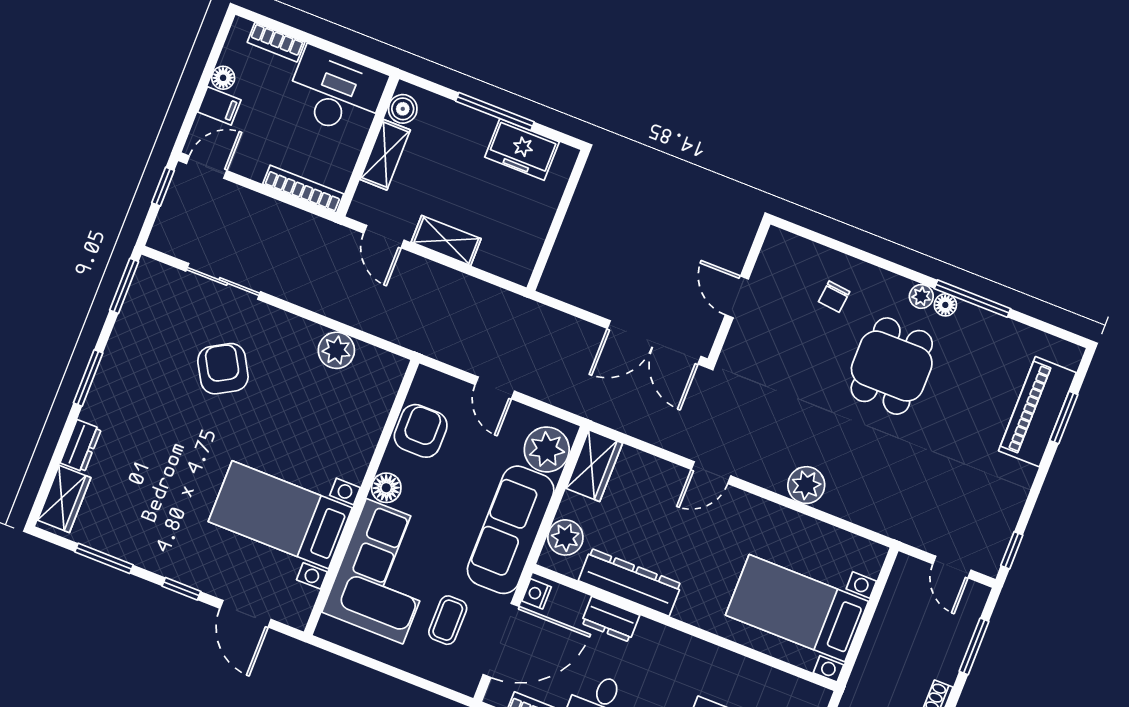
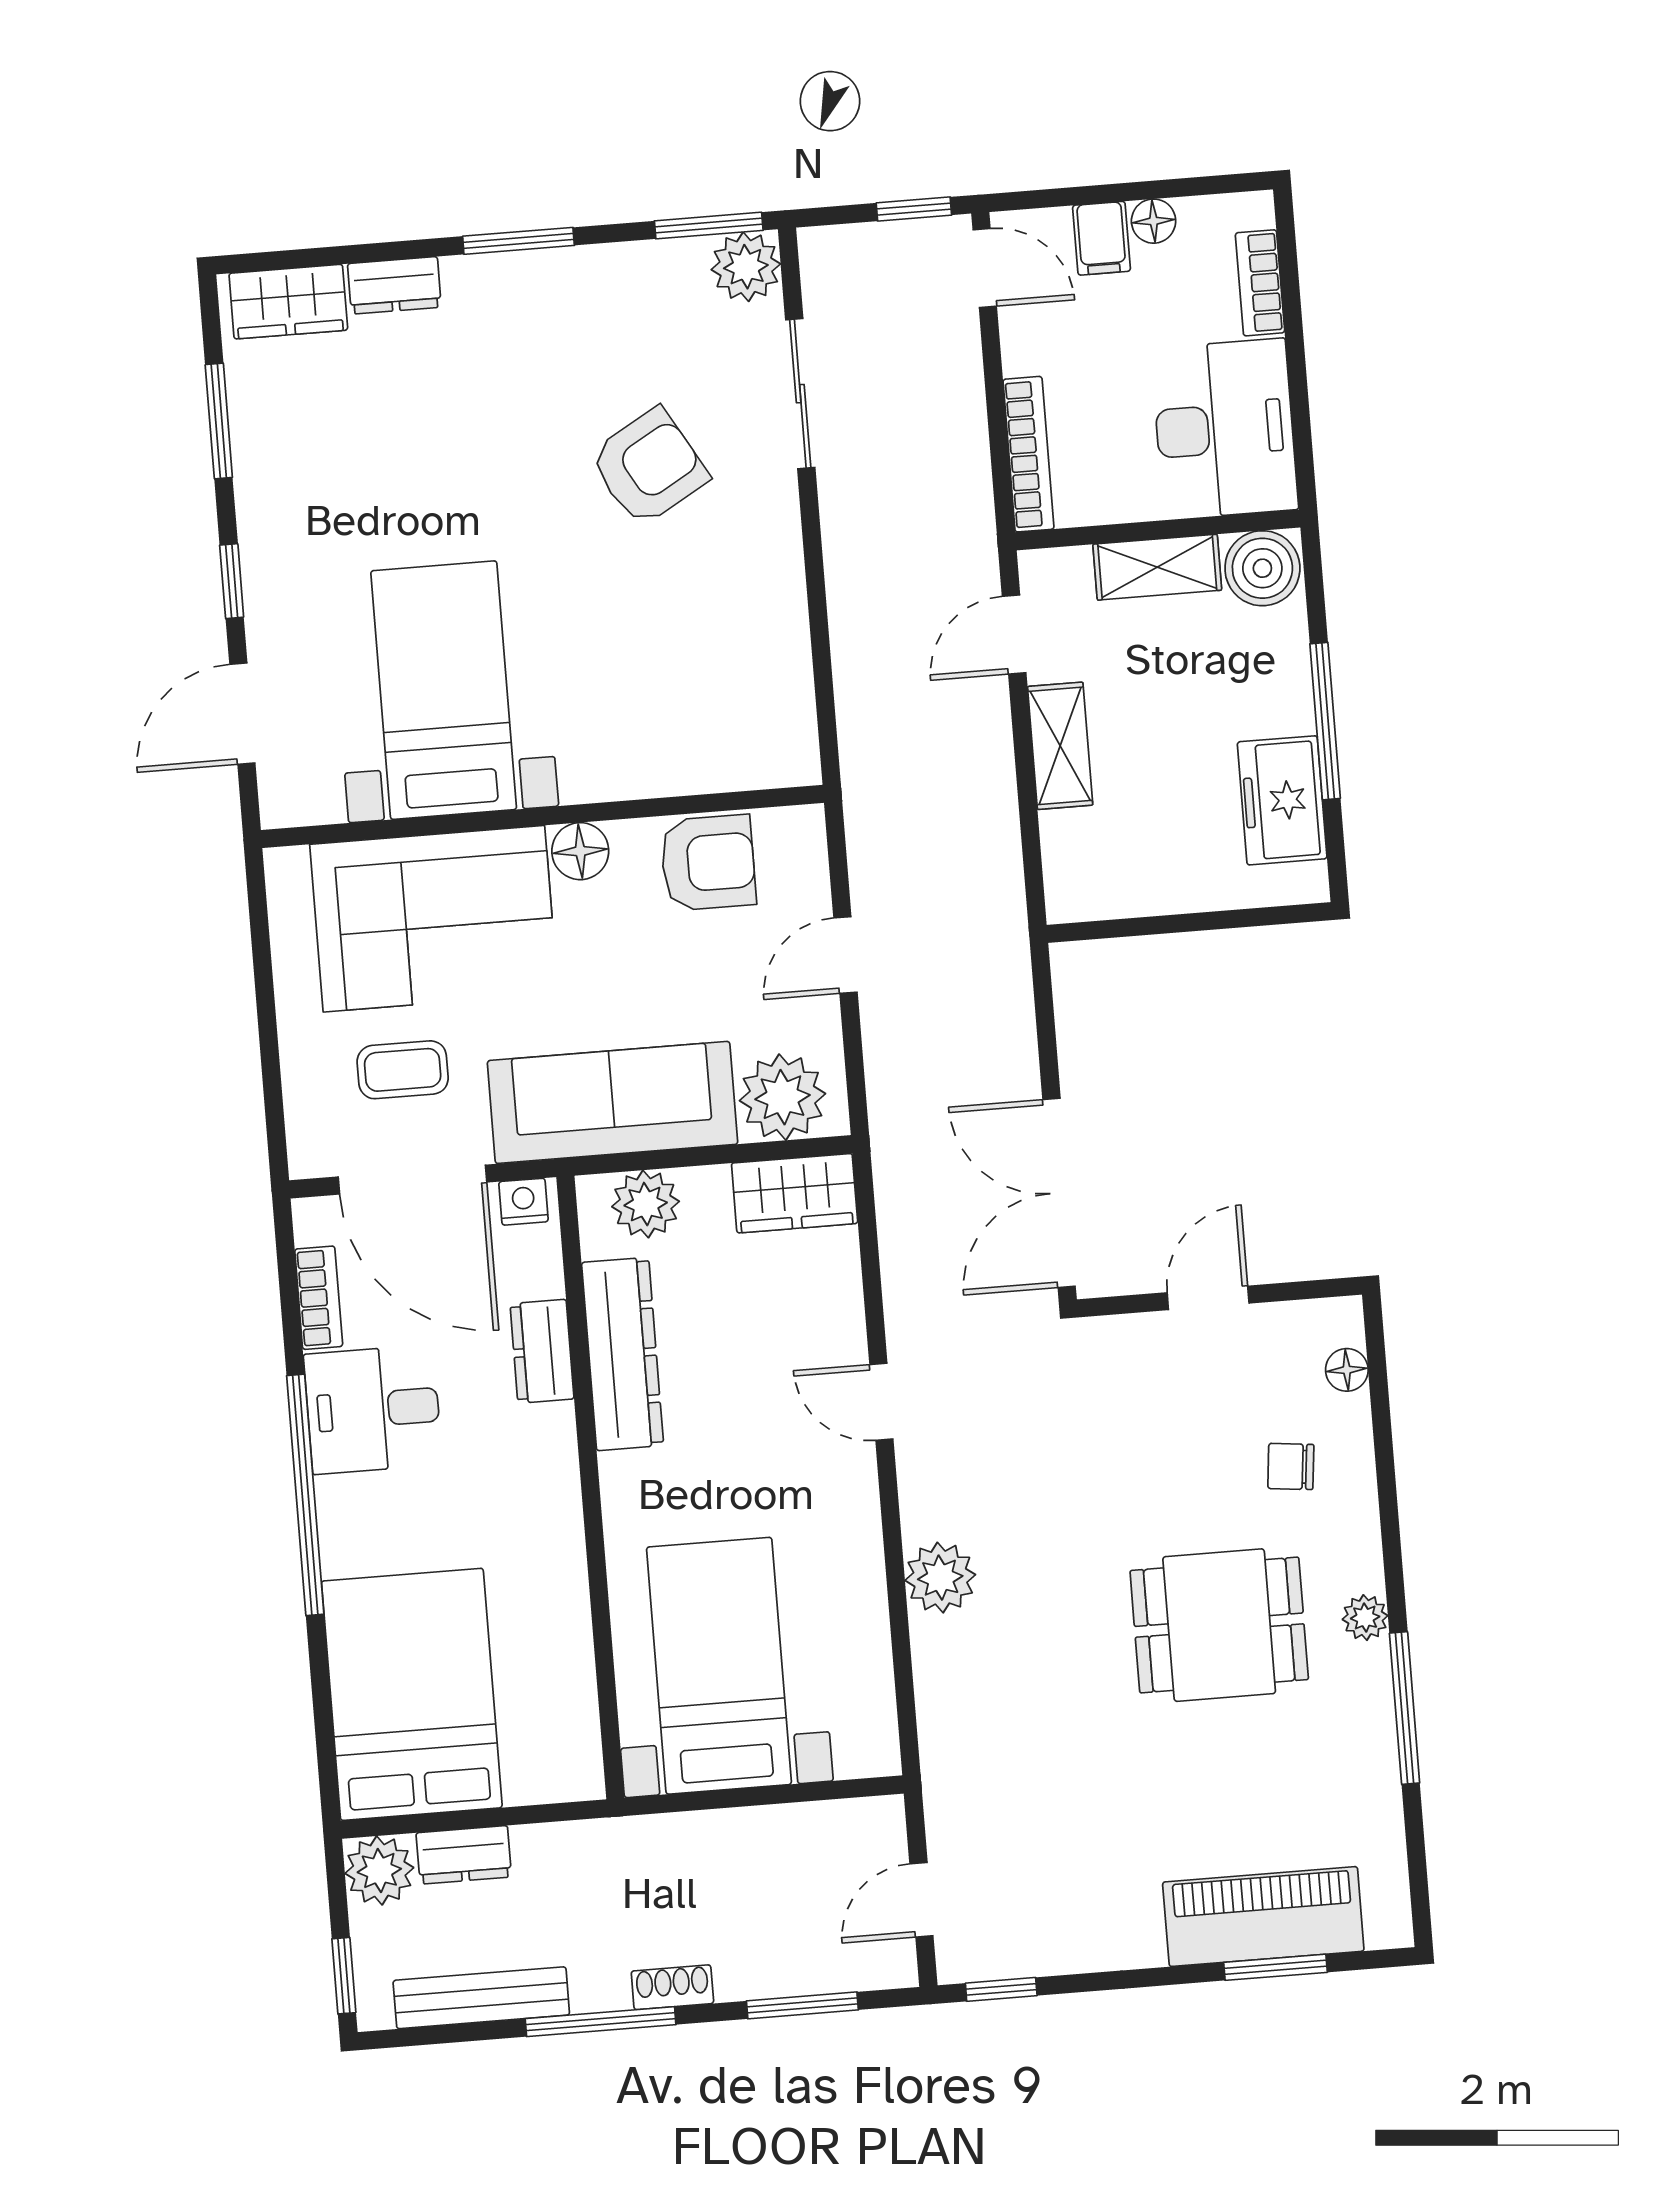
boiler: (403, 109) -> (1262, 568), width x1.36, depth x1.36
floor lamp: (945, 305) -> (1347, 1370), moved
plant: (336, 350) -> (746, 267), moved

